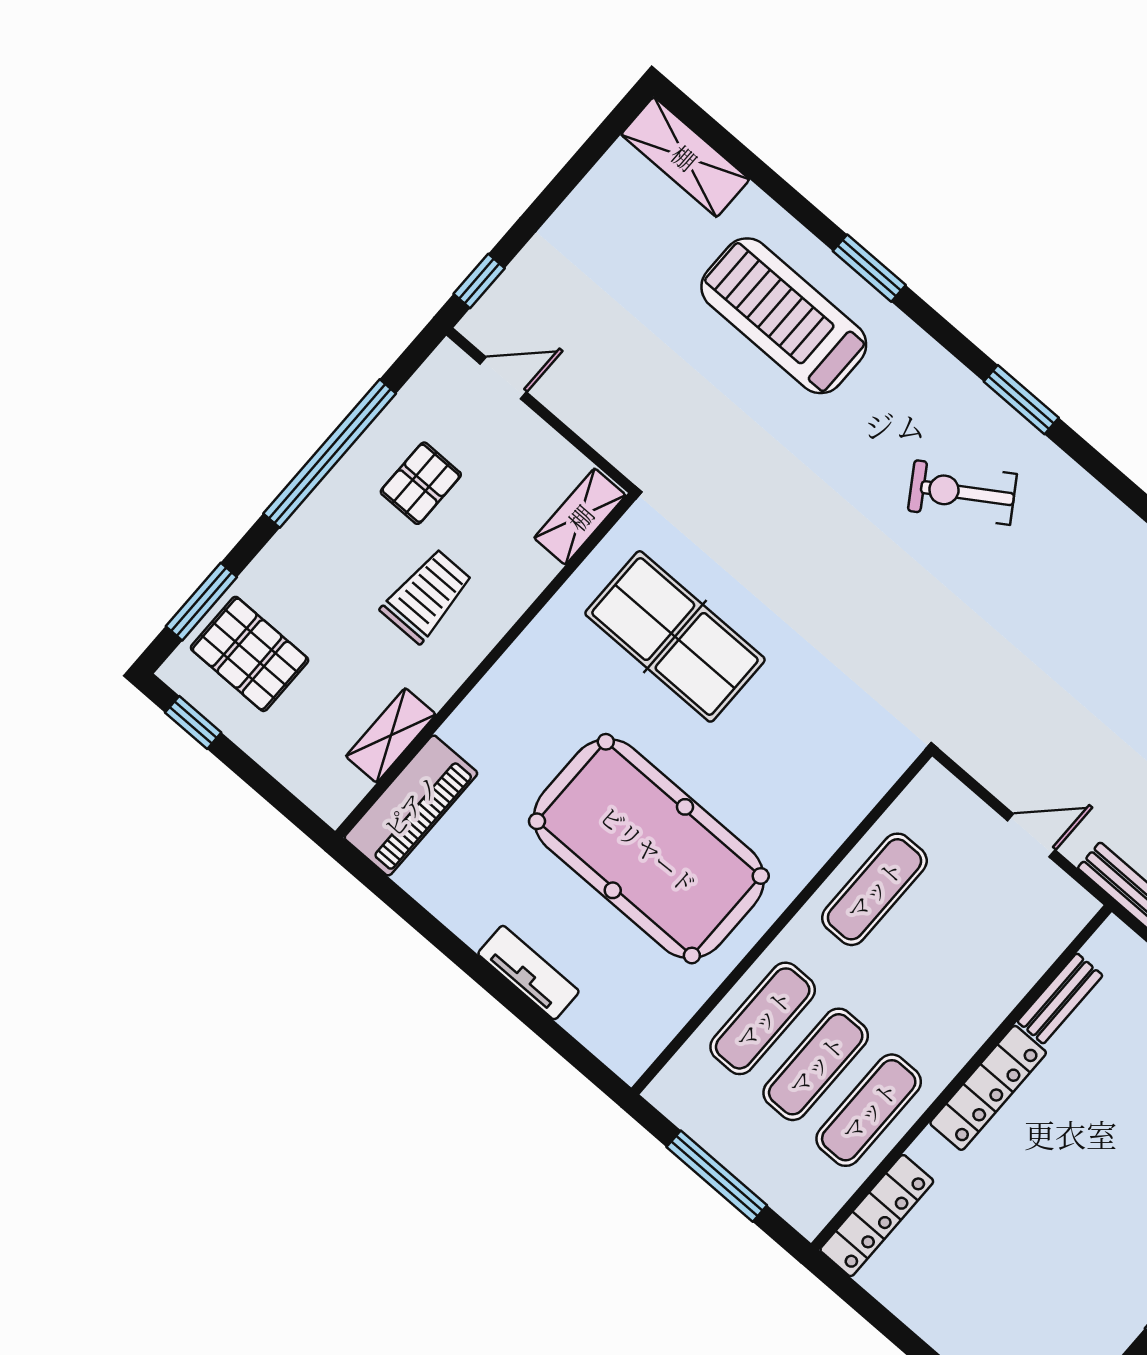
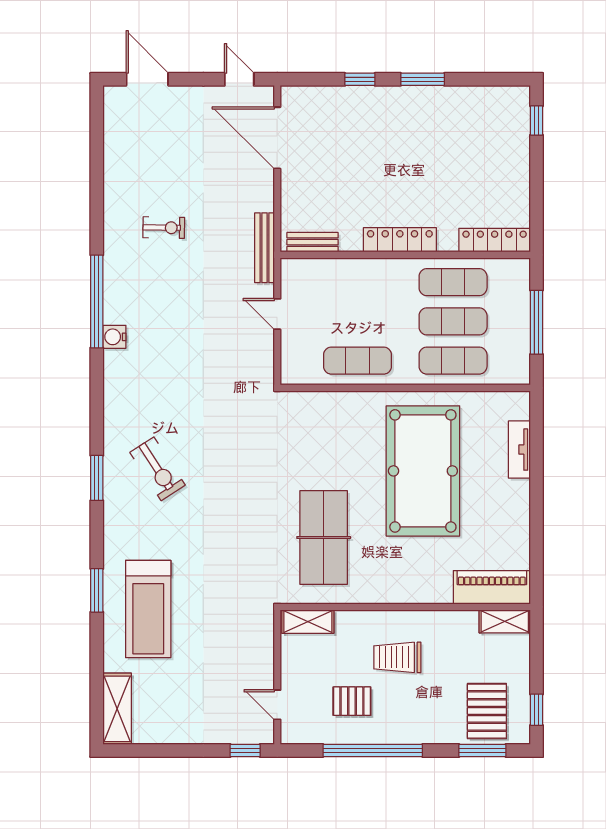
shelving: (391, 735) -> (505, 621), moved
tv unit: (528, 973) -> (519, 450), moved
bench: (1060, 999) -> (313, 242), moved

